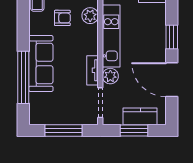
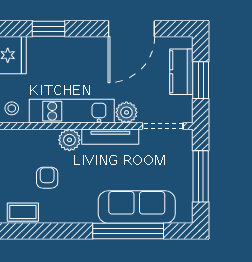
plant: (90, 16) -> (69, 140), moved
window: (172, 37) -> (48, 29), moved
sofa: (41, 64) -> (137, 207), moved
tv unit: (93, 70) -> (110, 137), width x1.41

